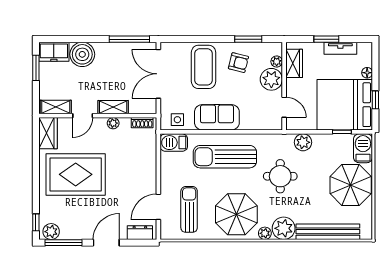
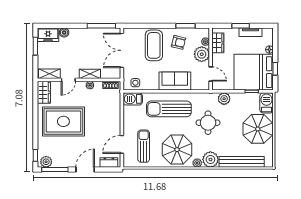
boiler: (82, 54) -> (64, 33), width x0.54, depth x0.54
sofa: (217, 117) -> (175, 81), moved

